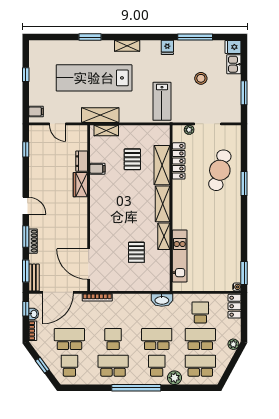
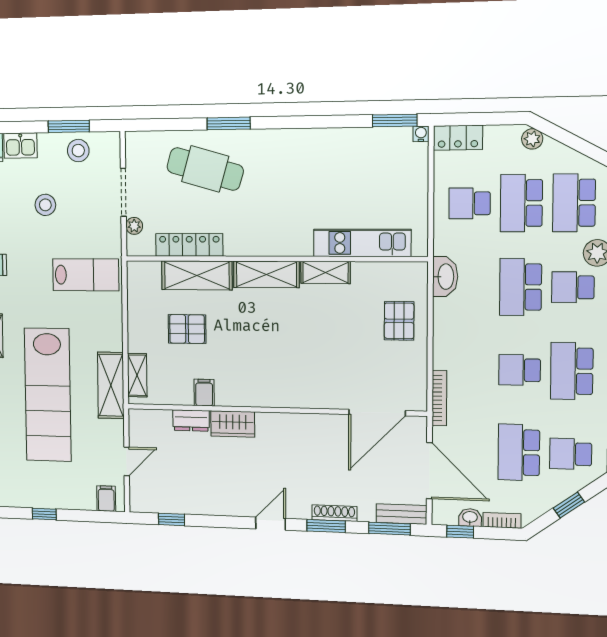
stool: (231, 98) -> (78, 151), added
pallet: (136, 252) -> (399, 321), moved, turned 90

